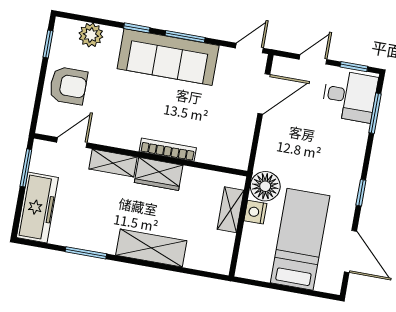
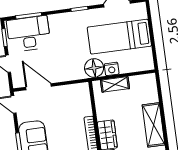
desk: (350, 96) -> (29, 34), width x1.37

